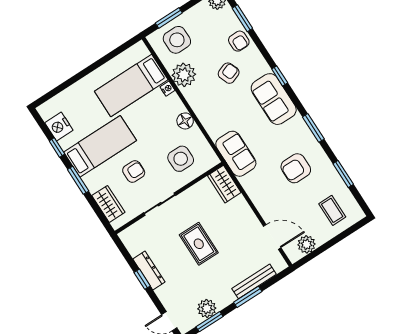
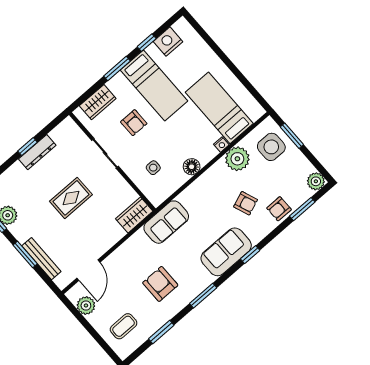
side table: (181, 159) -> (153, 168), width x0.54, depth x0.54

